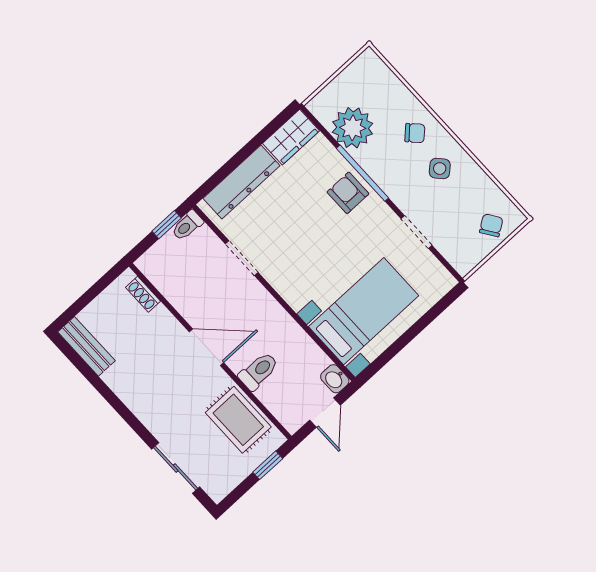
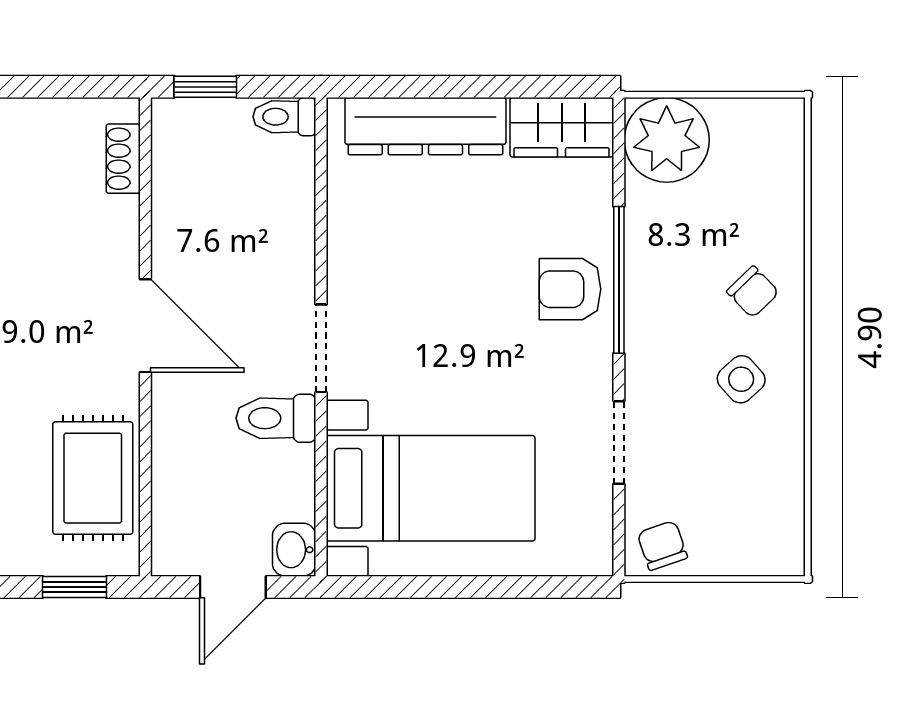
plant: (353, 128) -> (667, 140), moved
armchair: (348, 193) -> (570, 289), turned -90
window: (167, 225) -> (205, 87), moved
chair: (491, 225) -> (662, 545), moved, turned -75
doorway: (242, 258) -> (321, 348), moved
toilet: (259, 371) -> (276, 418), moved, turned 180

